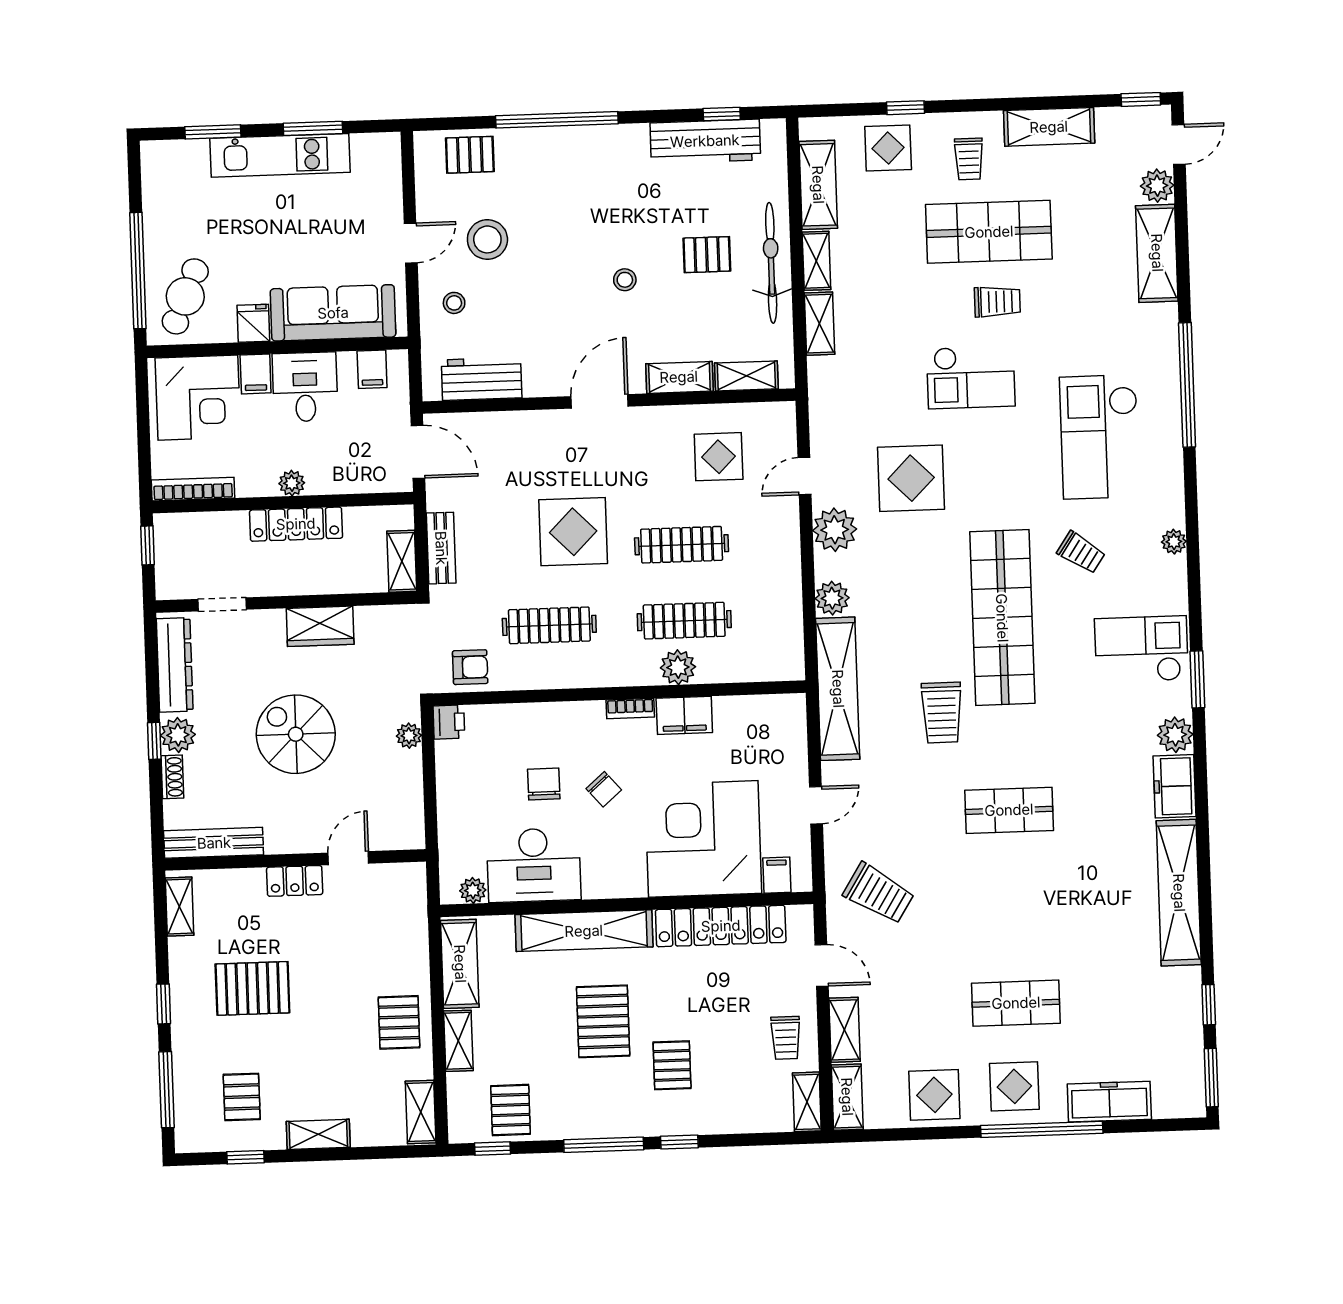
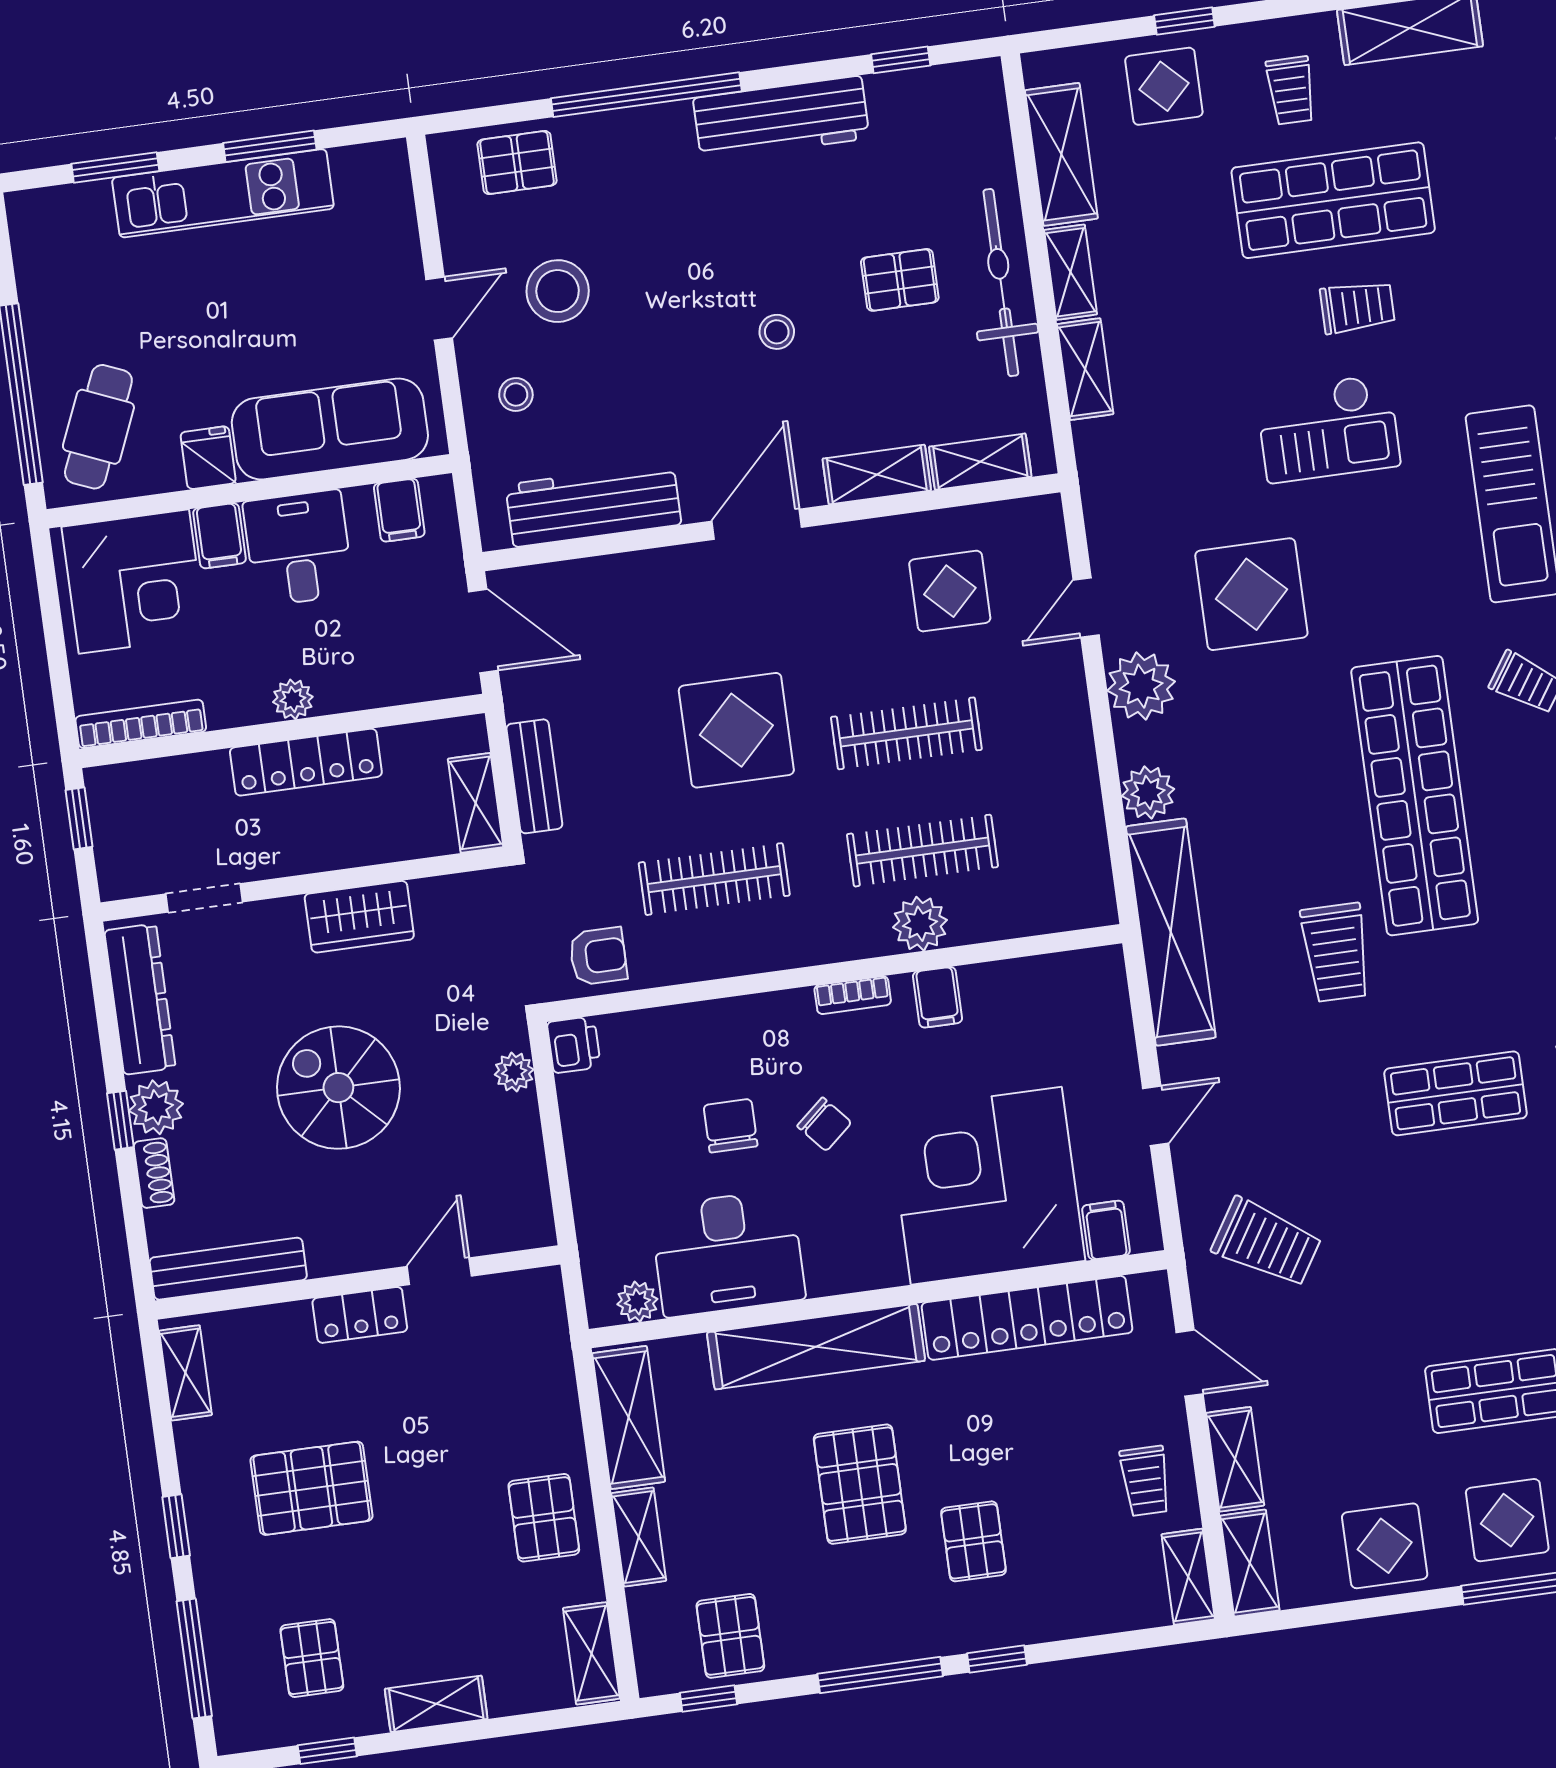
workbench: (705, 141) -> (781, 118), moved
workbench: (482, 379) -> (593, 505), width x1.38
filing cabinet: (684, 715) -> (938, 997), width x0.50

